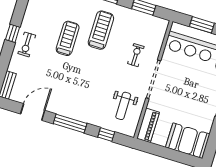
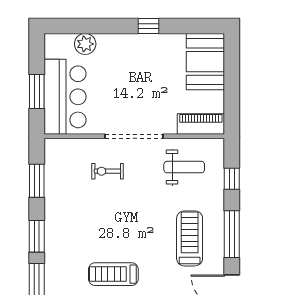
treadmill: (101, 30) -> (190, 238), moved, turned 90

